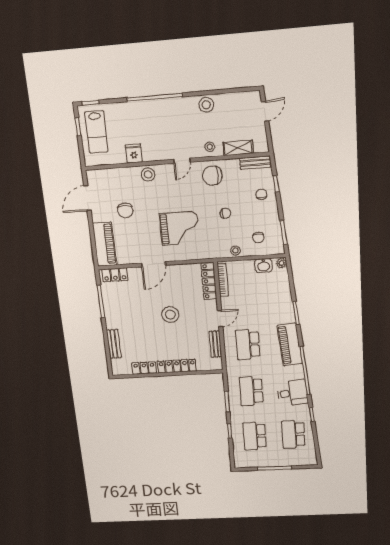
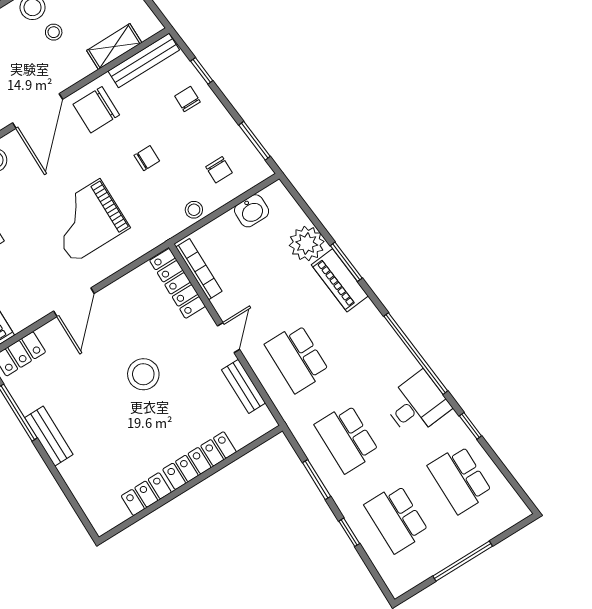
stool: (210, 147) -> (54, 32), moved
door: (182, 161) -> (38, 111), width x1.88
bench: (255, 163) -> (144, 60), width x1.36
grand piano: (179, 228) -> (87, 221), turned 180
plant: (281, 263) -> (307, 244), moved, width x1.88, depth x1.88
bench: (114, 344) -> (49, 436), moved
piano: (290, 345) -> (340, 280), moved, width x0.73, depth x0.75

